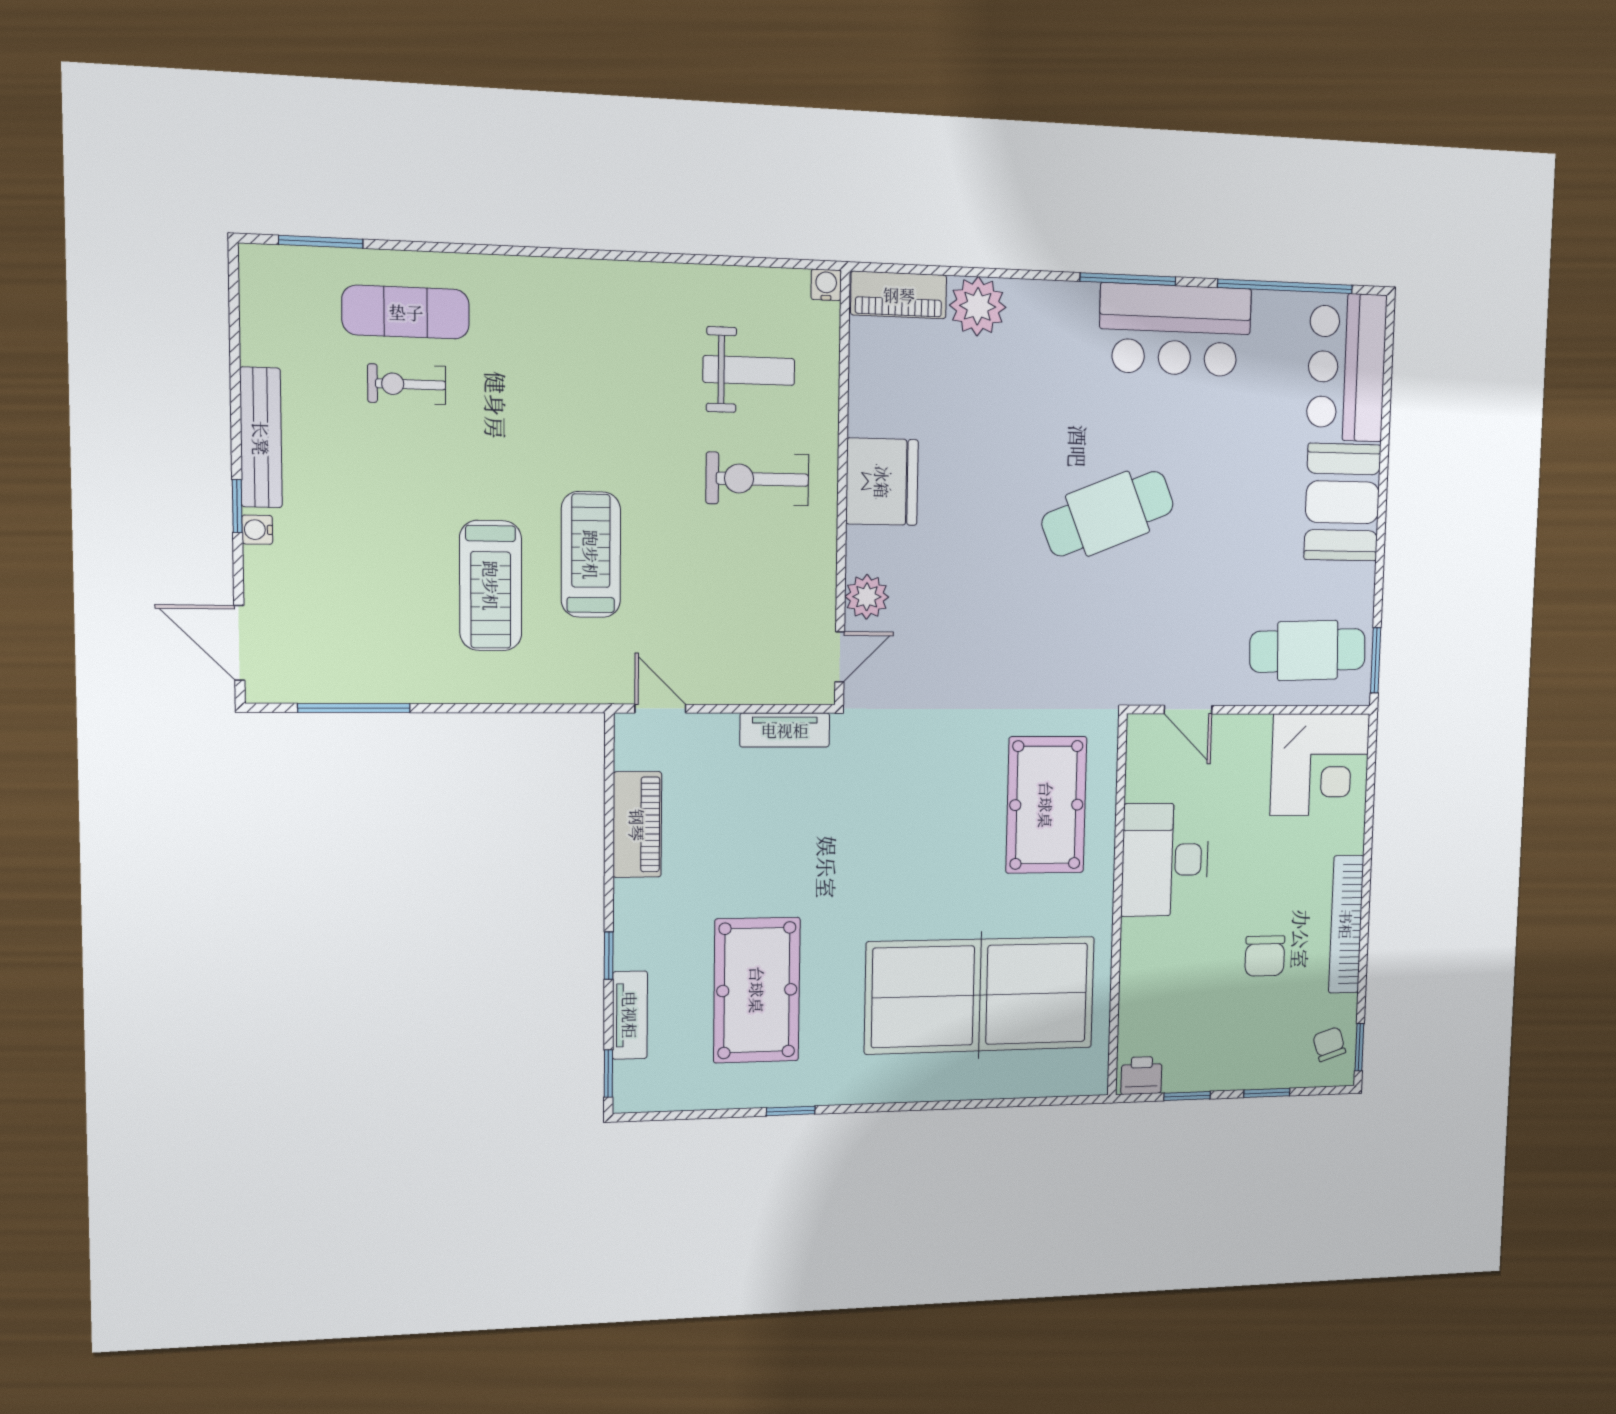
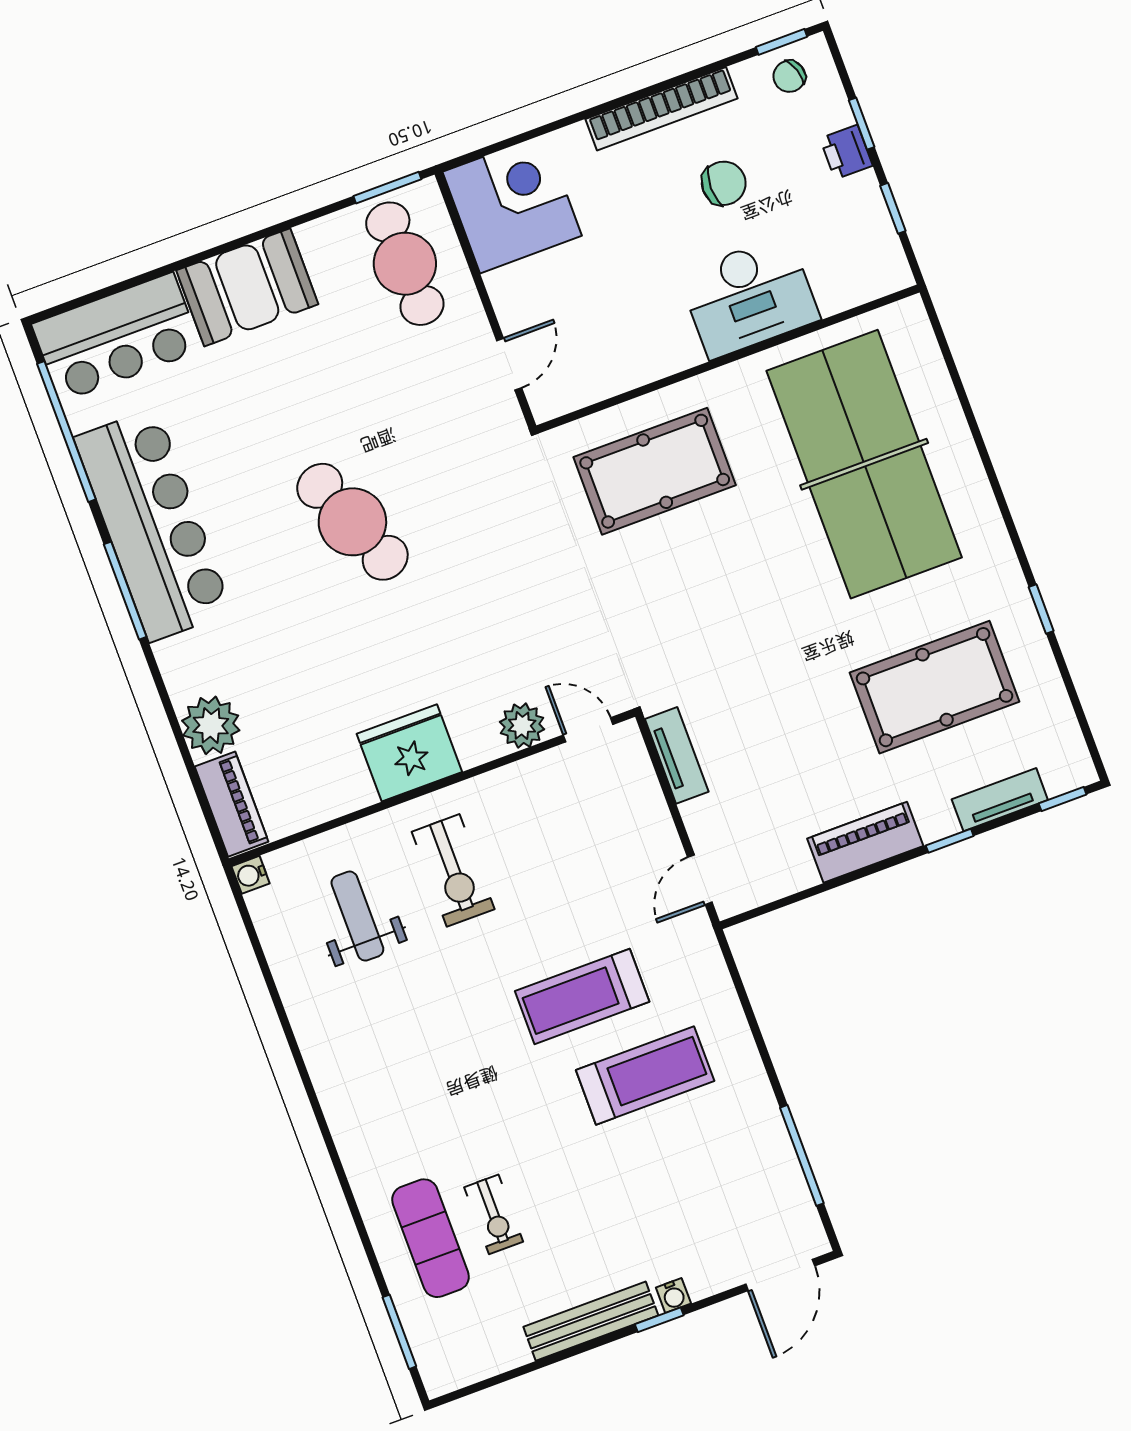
bar counter: (1175, 330) -> (153, 525), width x1.36
piano: (637, 825) -> (865, 842), moved
desk: (1165, 860) -> (749, 297), moved
printer: (1141, 1075) -> (846, 152), moved

